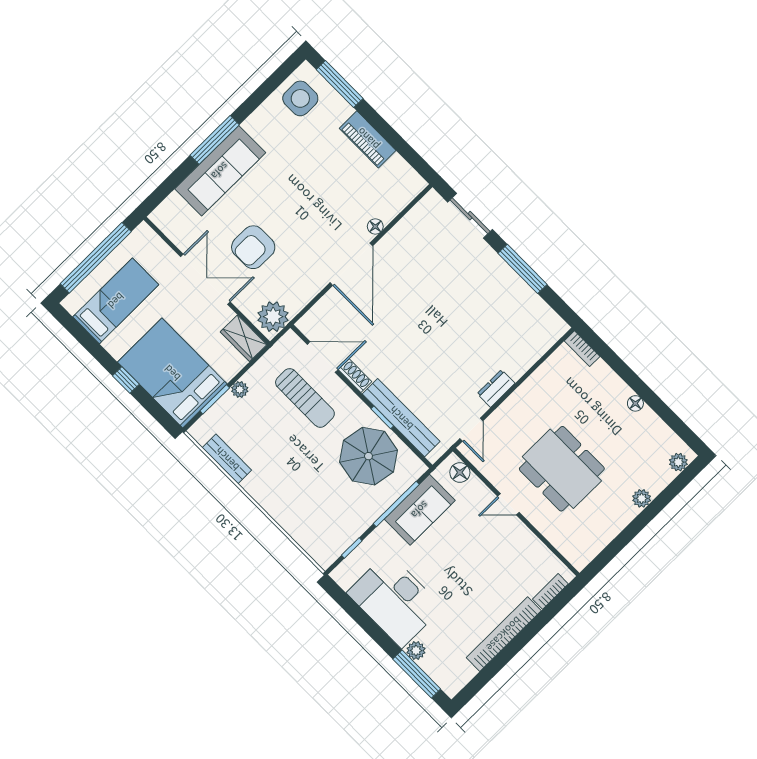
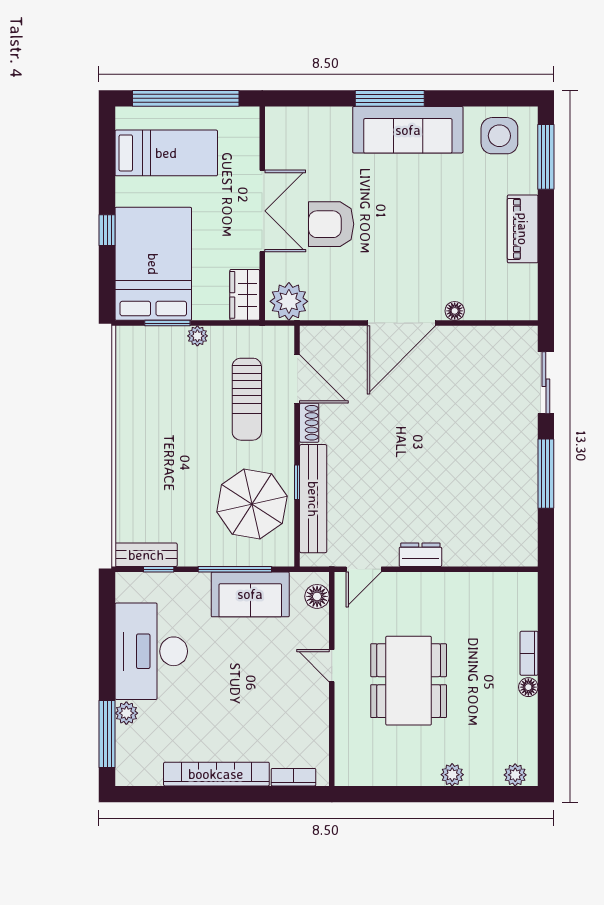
sofa: (220, 171) -> (408, 130), moved
bookcase: (582, 349) -> (529, 653), moved
bench: (227, 459) -> (146, 555), moved, turned 90

